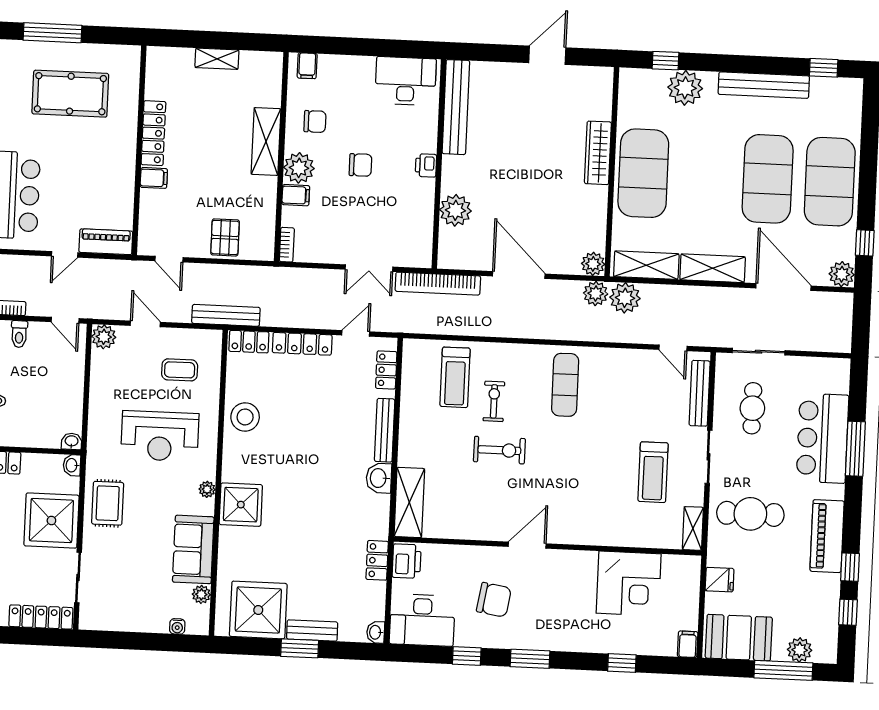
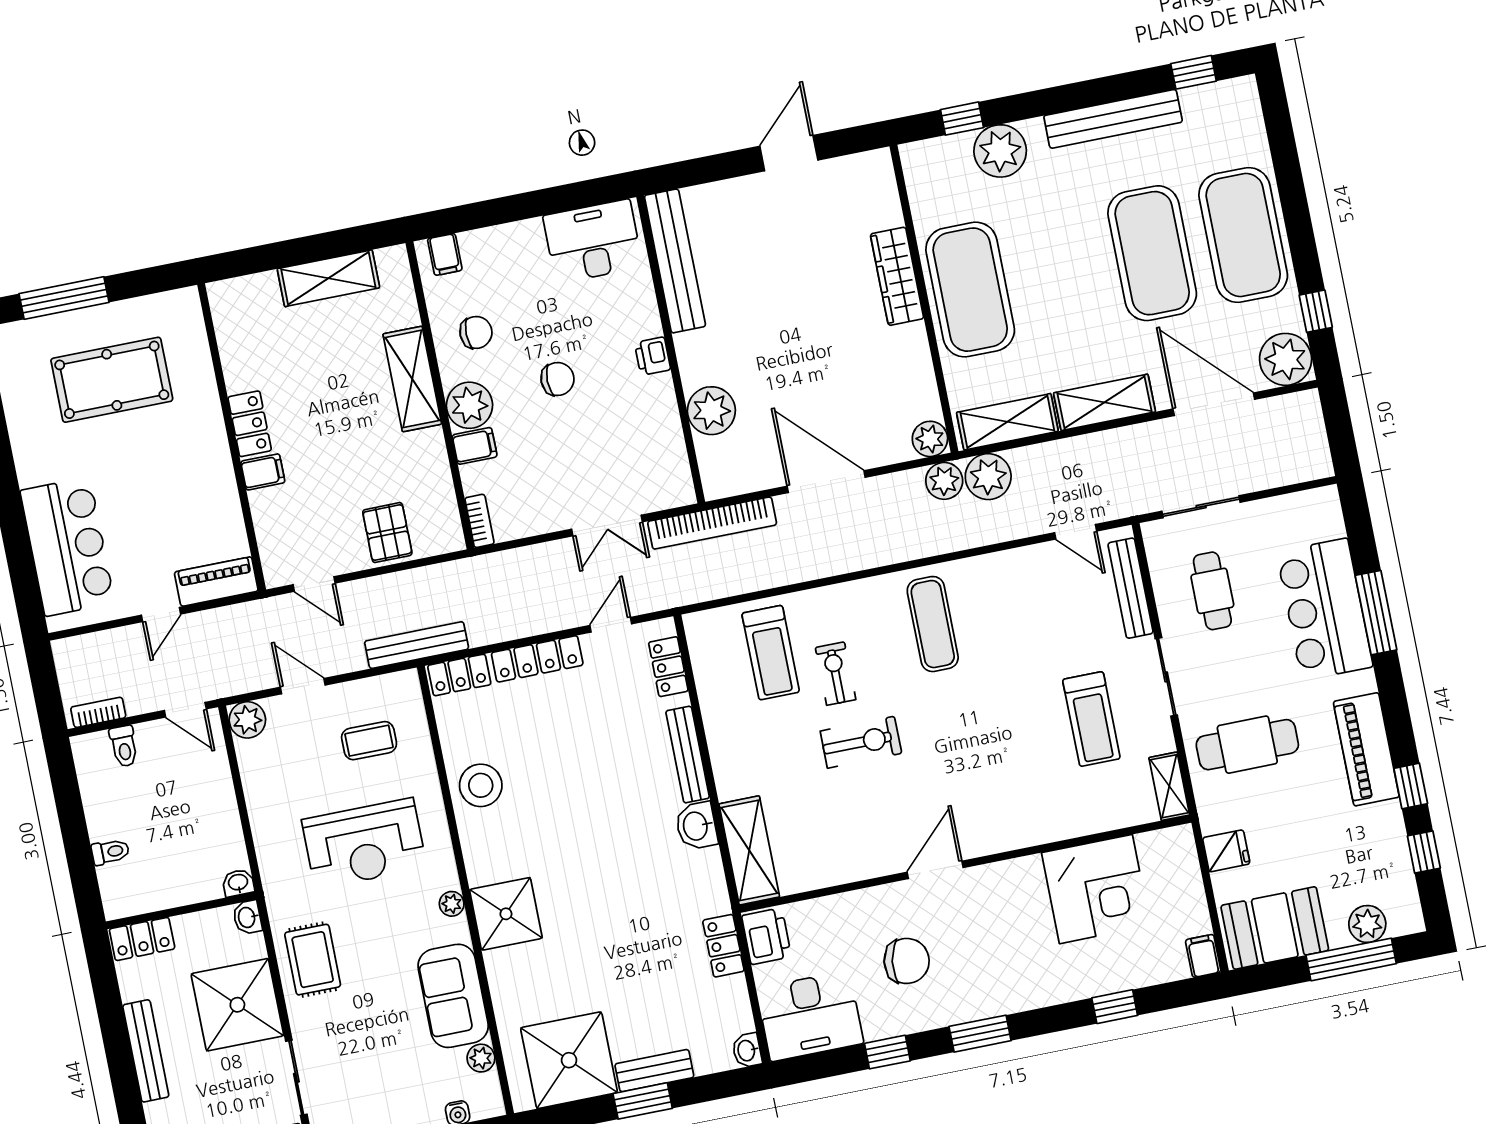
shelving: (217, 59) -> (328, 278), width x1.50, depth x1.33
locker: (153, 133) -> (250, 424), width x0.66
plant: (842, 274) -> (1286, 359), width x1.36, depth x1.36

